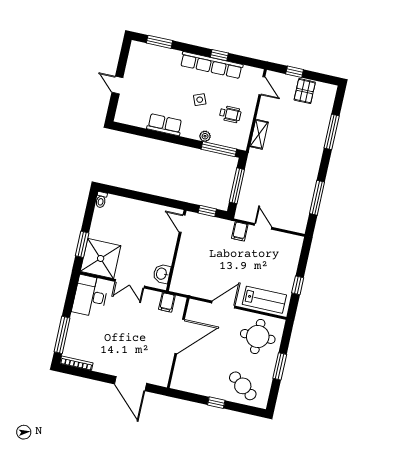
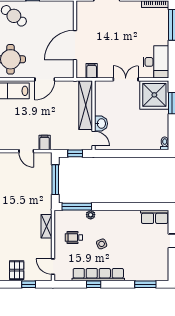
row of seats: (165, 125) -> (155, 217), moved
shelving: (183, 264) -> (86, 105), added
washbasin: (162, 274) -> (101, 124), moved

